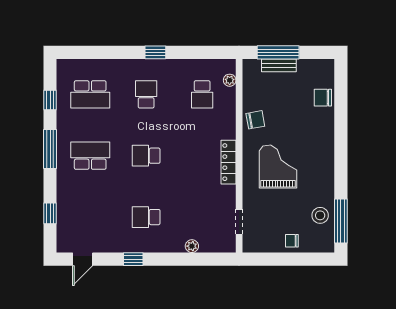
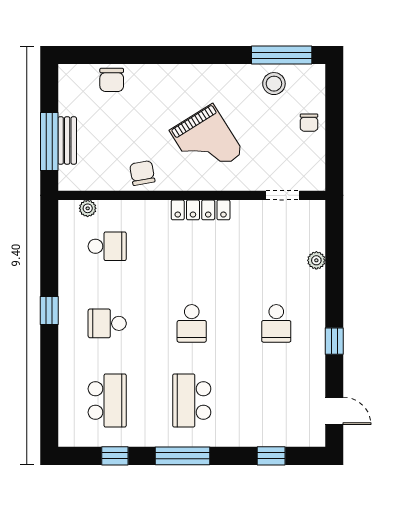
grand piano: (278, 166) -> (207, 142), turned -122

